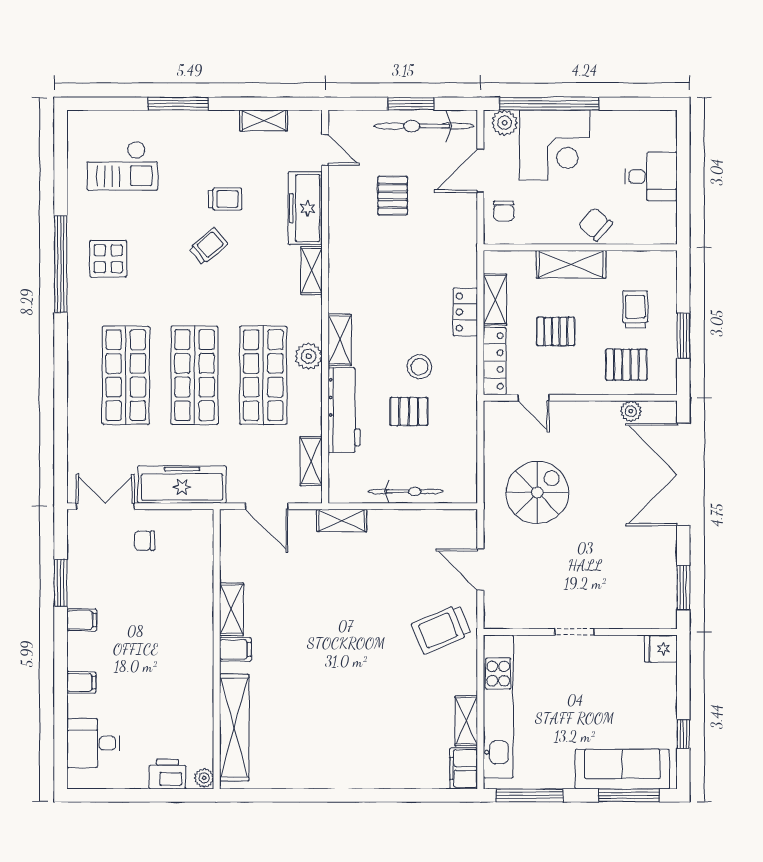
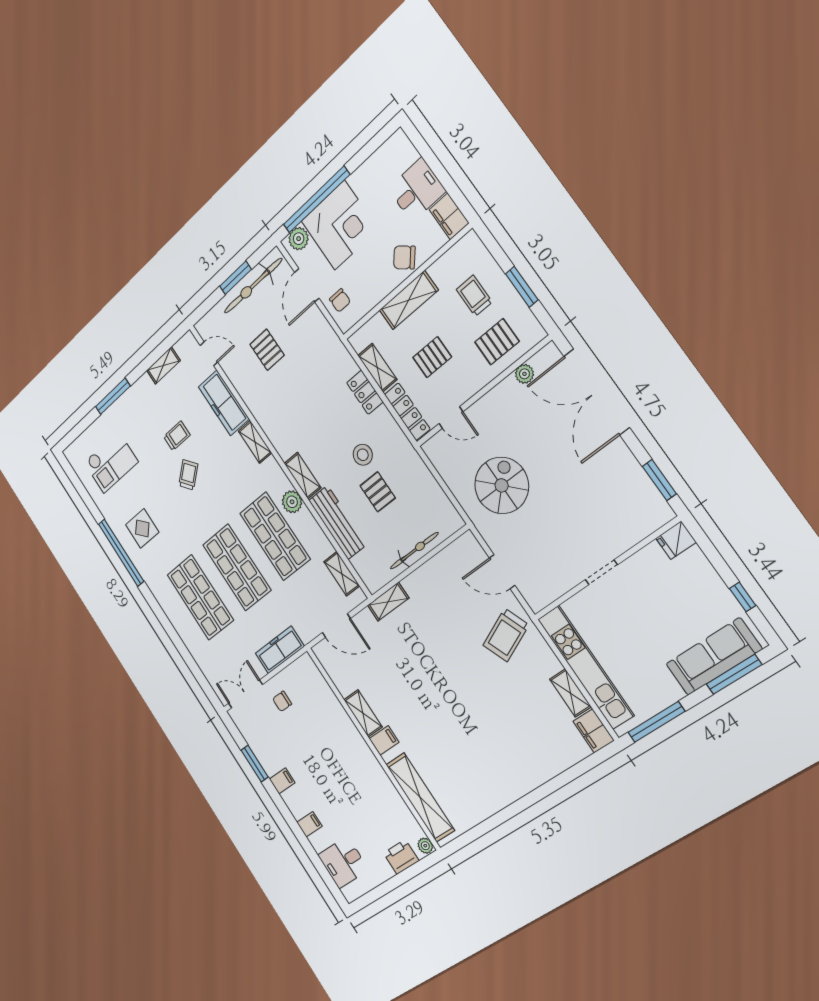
filing cabinet: (663, 224) -> (449, 216), added
pallet: (409, 412) -> (378, 492), turned 90
freezer: (182, 484) -> (280, 650), width x0.73, depth x0.79

